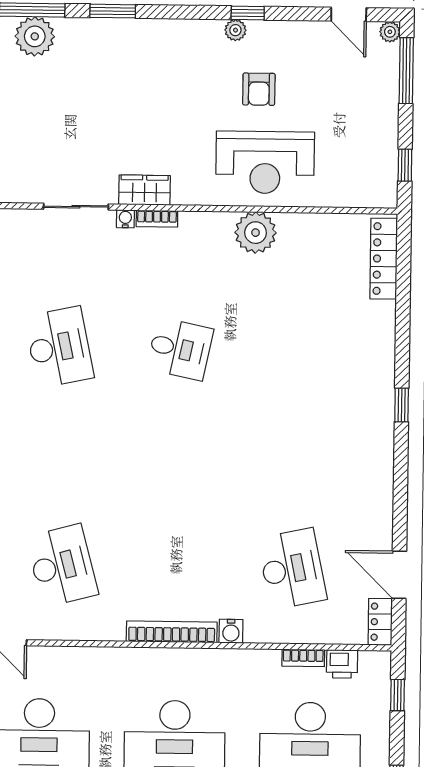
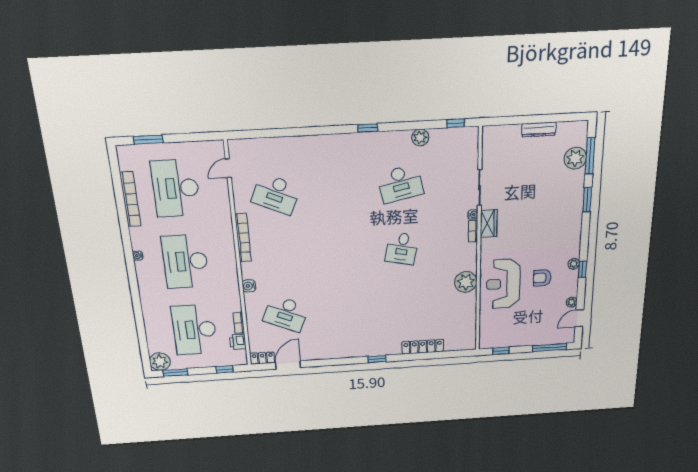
plant: (390, 32) -> (572, 302), moved
locker: (384, 259) -> (423, 347), moved
desk: (62, 566) -> (276, 194), turned 39
desk: (292, 569) -> (286, 314), turned 36
bookcase: (172, 632) -> (243, 238), moved

